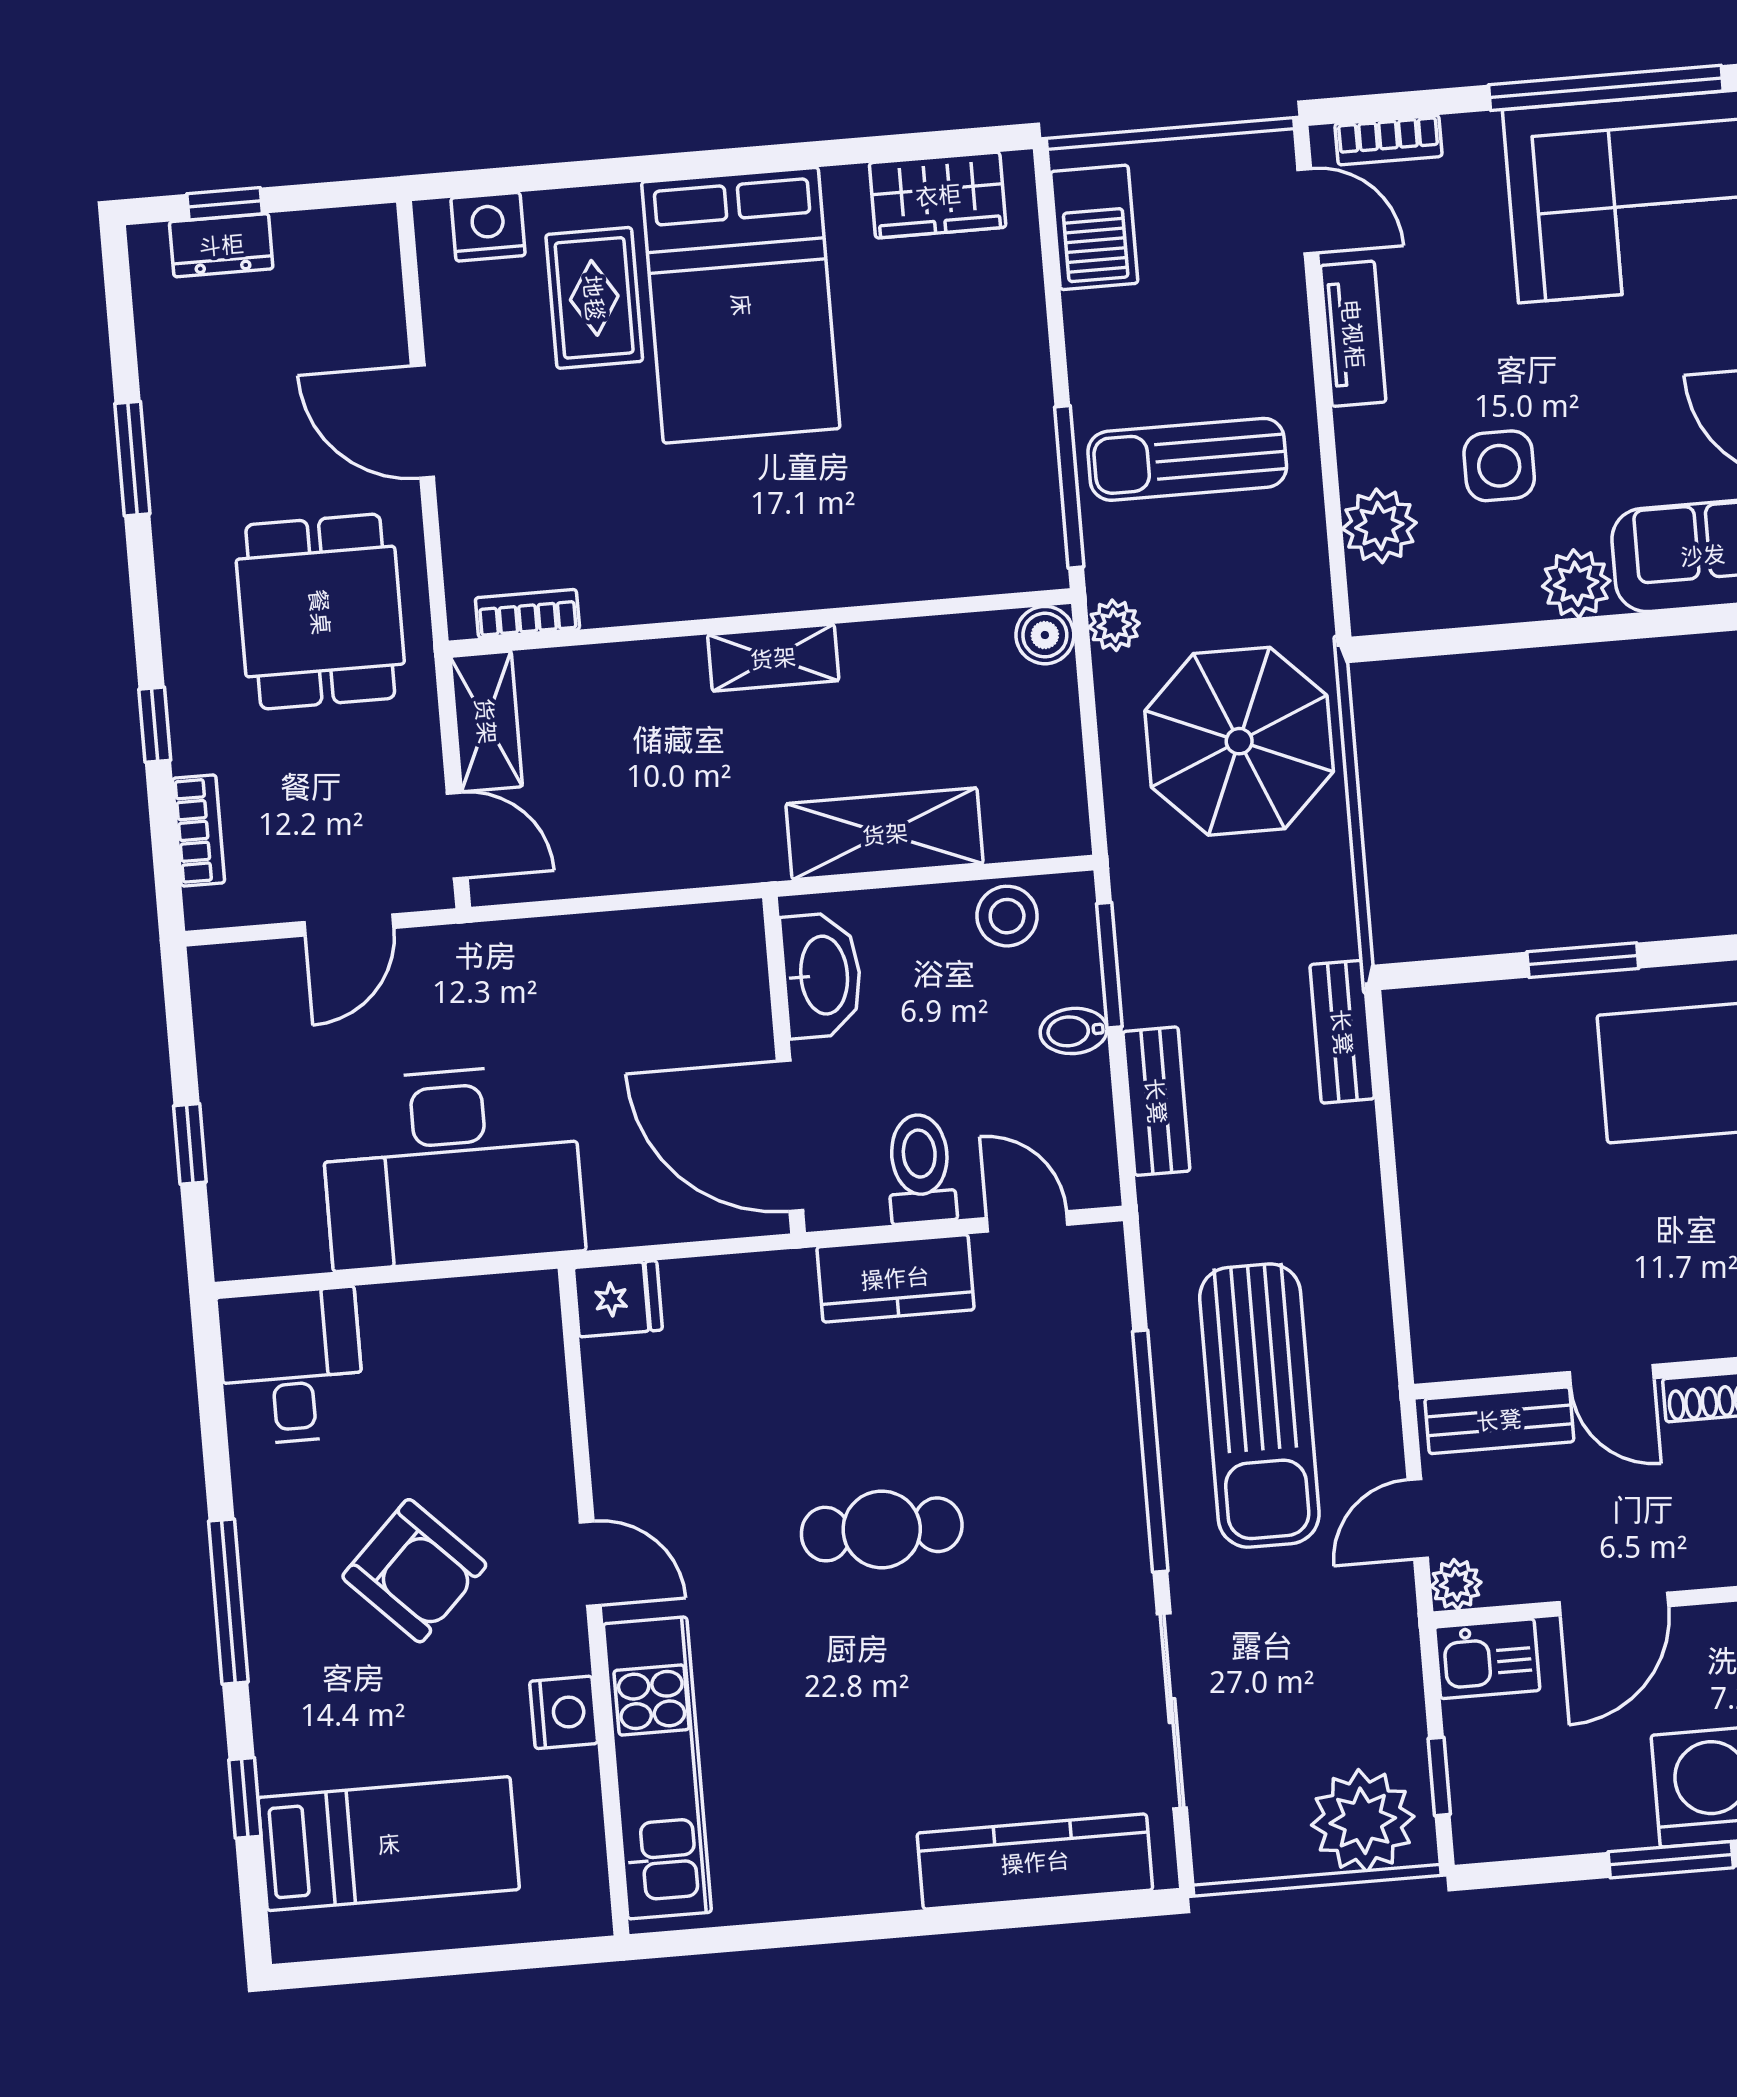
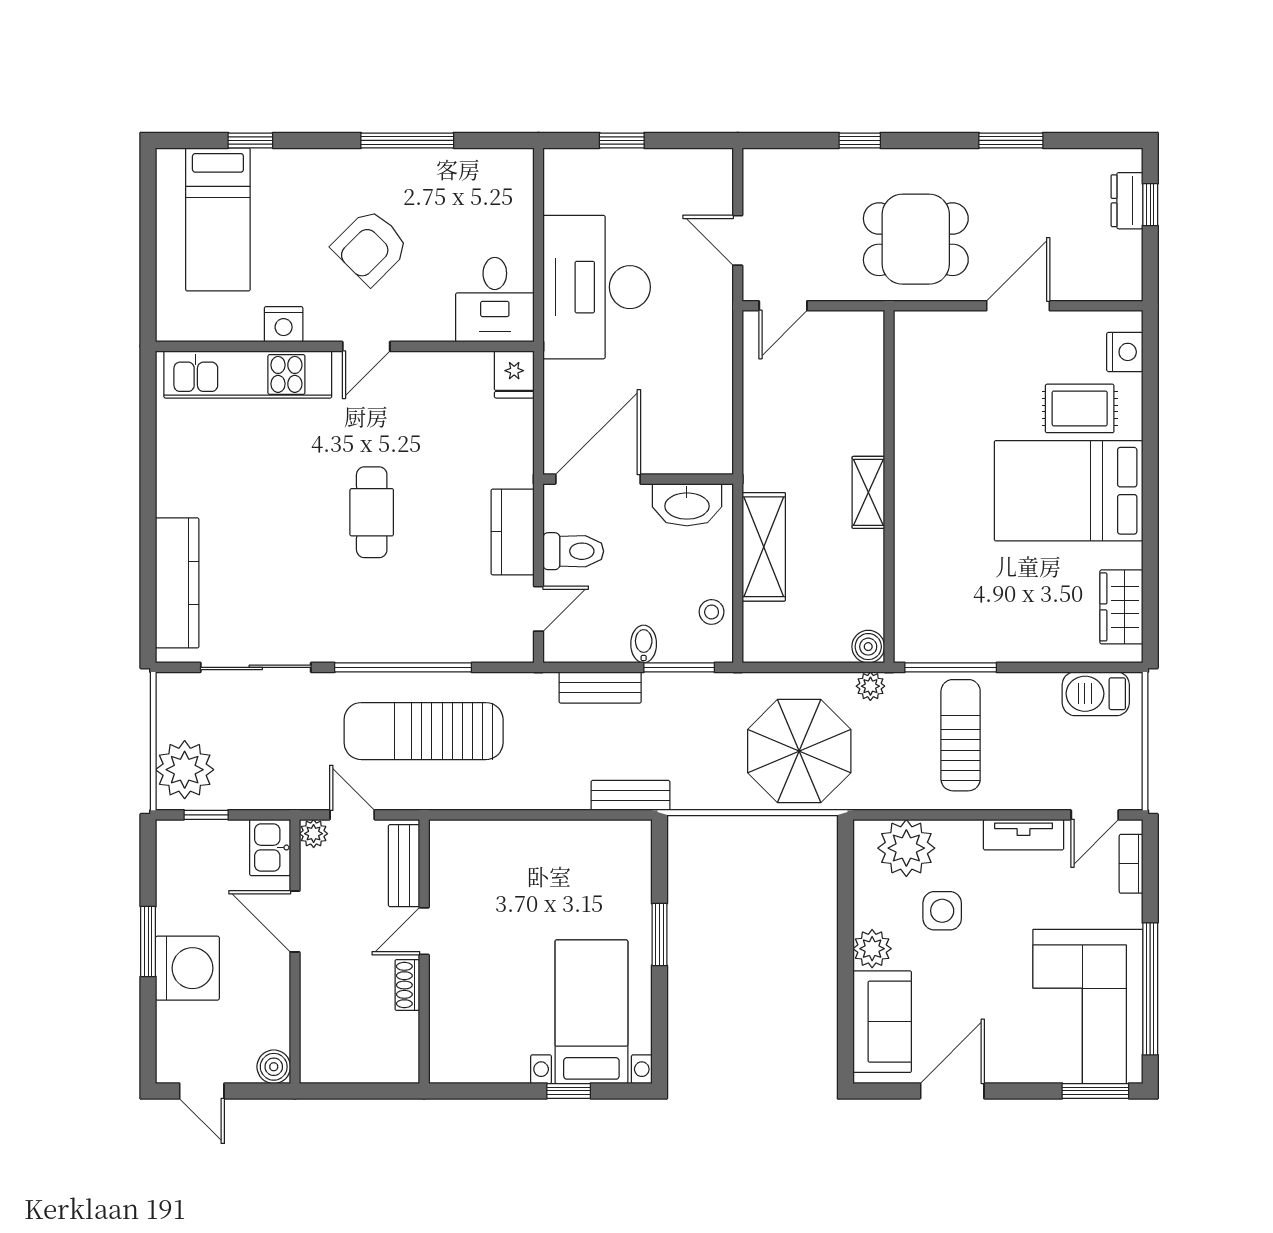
plant: (1379, 526) -> (906, 848), width x1.36, depth x1.36
bookcase: (527, 614) -> (905, 356), removed
shelving: (486, 721) -> (846, 328), removed
bookcase: (199, 830) -> (798, 160), removed
stool: (1007, 916) -> (712, 612), width x0.73, depth x0.73
desk: (291, 1366) -> (495, 300), moved, turned 90
window: (228, 1602) -> (407, 140), moved

